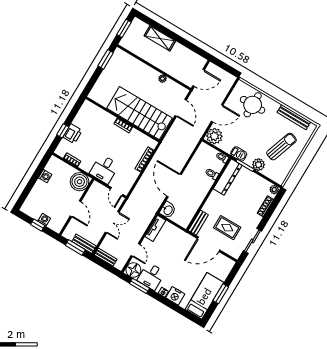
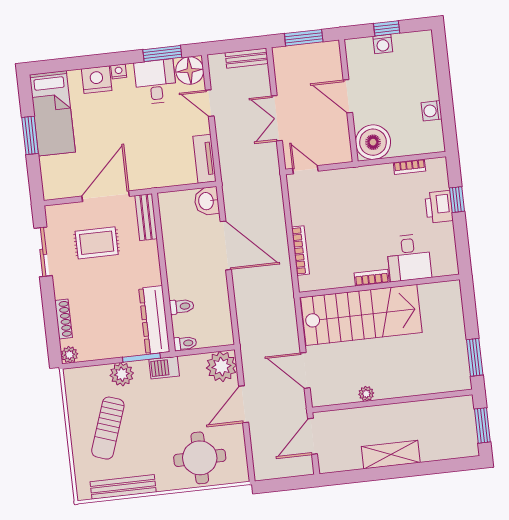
shelving: (160, 38) -> (391, 455), moved
desk: (104, 169) -> (409, 258), moved, turned 180
bench: (84, 244) -> (295, 53), removed

